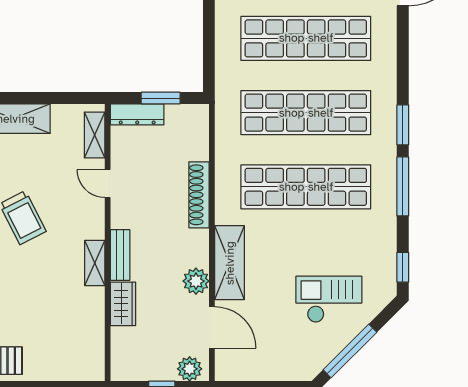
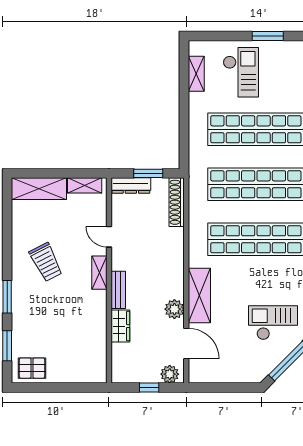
shelving: (95, 135) -> (85, 185), moved, turned 90
shoe rack: (199, 195) -> (177, 202), moved
shelving: (95, 263) -> (99, 273), moved

